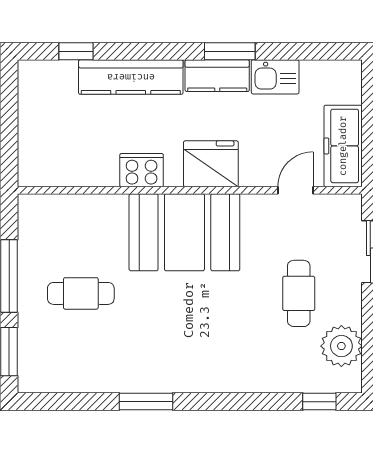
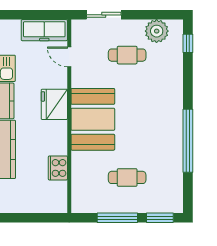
cooker: (142, 170) -> (58, 168), moved
cafe table: (81, 293) -> (127, 177), turned 90
window: (146, 402) -> (188, 141), width x2.11

